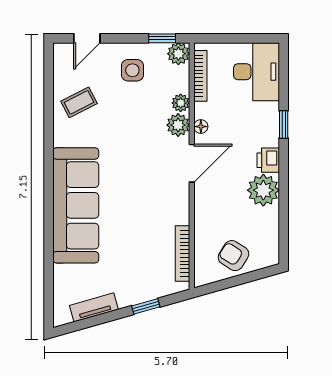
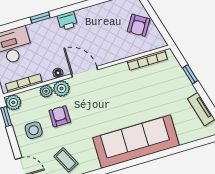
armchair: (141, 111) -> (60, 116), added
plant: (263, 190) -> (89, 18), removed

